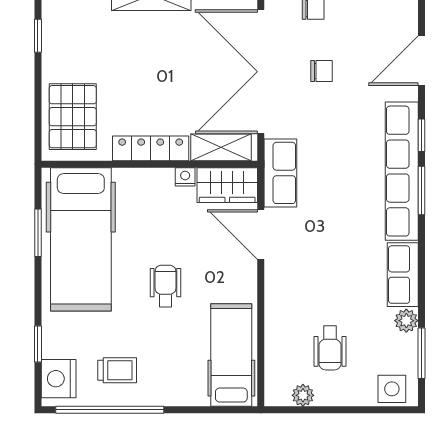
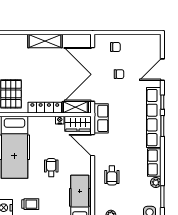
wheelchair: (330, 348) -> (112, 175), moved

